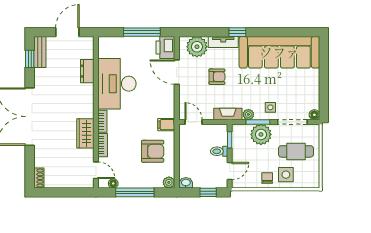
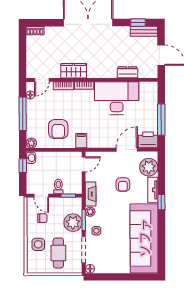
chair: (267, 178) -> (42, 218), moved
window: (208, 192) -> (23, 166), moved

